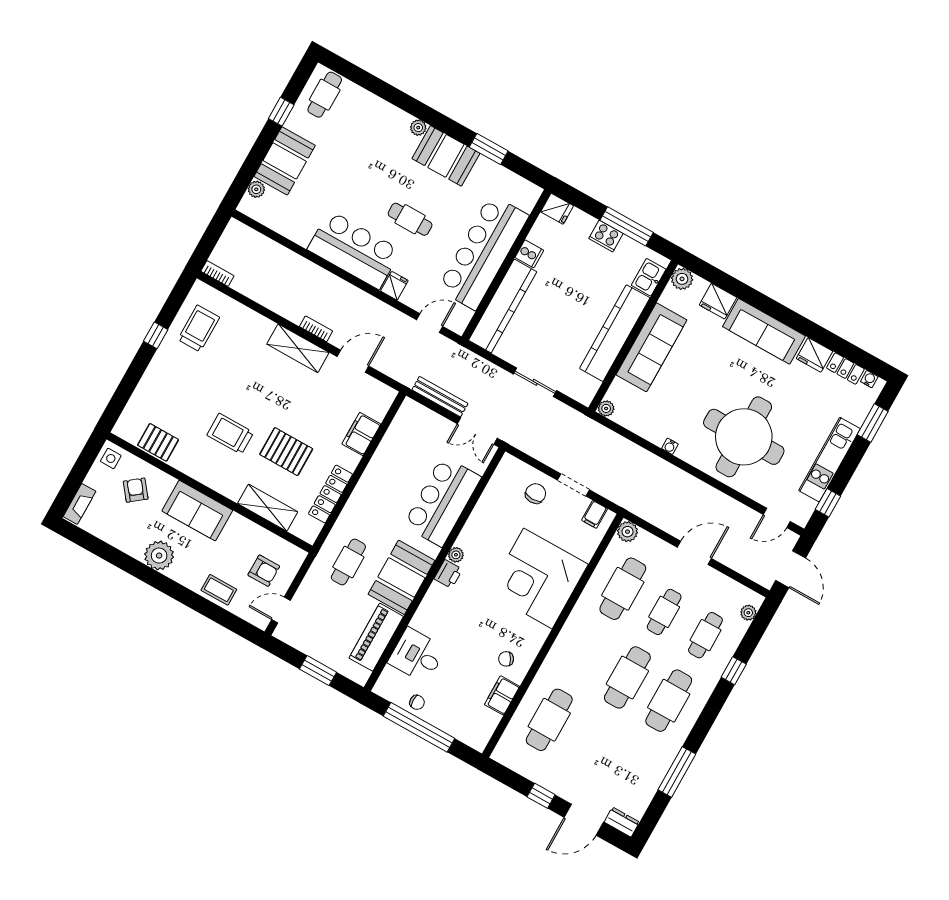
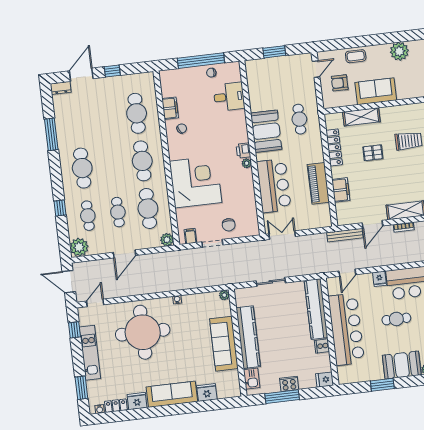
plant: (682, 279) -> (234, 390), removed
bench: (440, 397) -> (345, 235), moved
pallet: (286, 452) -> (373, 153), width x0.67, depth x0.71
sofa: (197, 511) -> (376, 91), moved
plant: (748, 613) -> (79, 247), width x1.88, depth x1.88
piano: (376, 637) -> (318, 183), moved, turned 180
cafe table: (627, 677) -> (142, 161), moved

